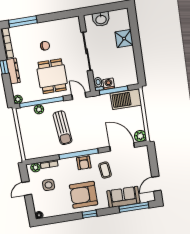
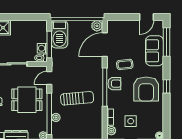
door: (156, 184) -> (146, 17), hinge flipped

